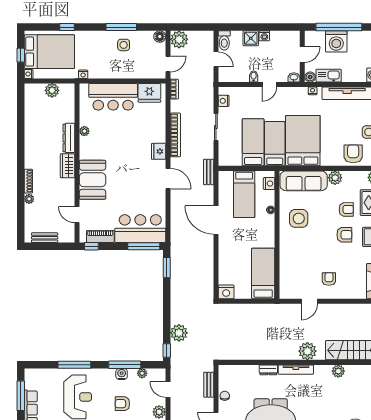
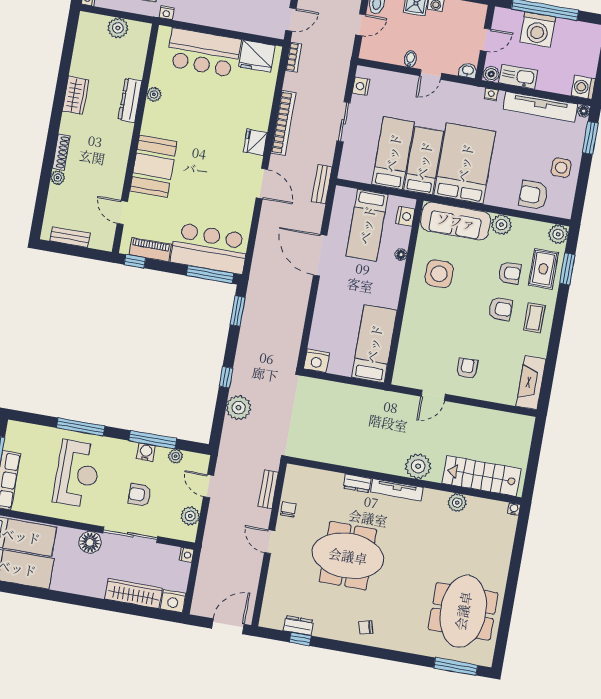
door: (216, 59) -> (361, 25), hinge flipped
armchair: (353, 154) -> (533, 195), turned -90
wardrobe: (68, 166) -> (76, 95), moved, turned 180
window: (167, 351) -> (226, 377), moved

